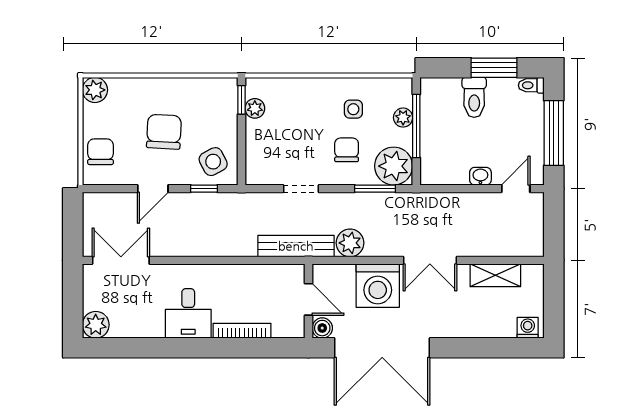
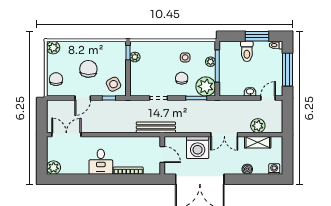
plant: (350, 243) -> (258, 126), moved
boiler: (322, 328) -> (247, 169), moved

